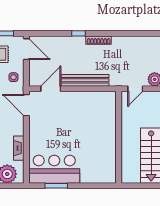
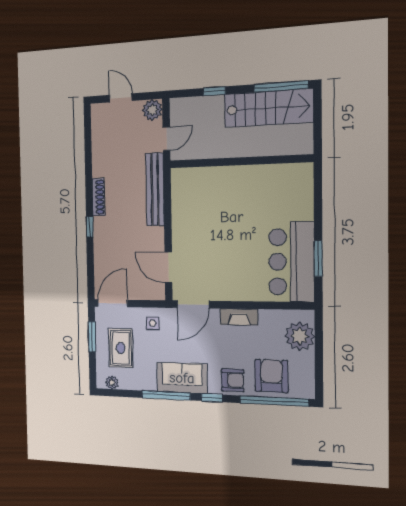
bench: (85, 80) -> (155, 189), moved
door: (135, 89) -> (166, 139), hinge flipped
fireplace: (19, 148) -> (239, 317), moved

